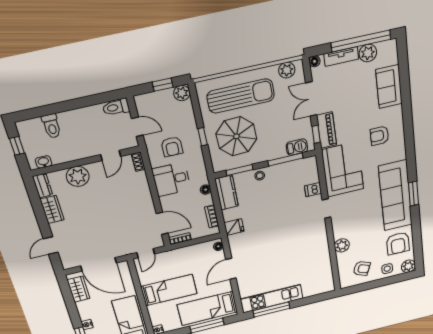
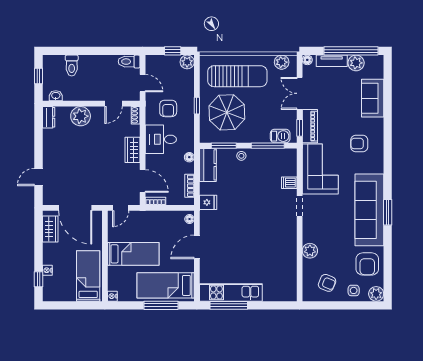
wardrobe: (52, 209) -> (133, 150), moved, turned 180

